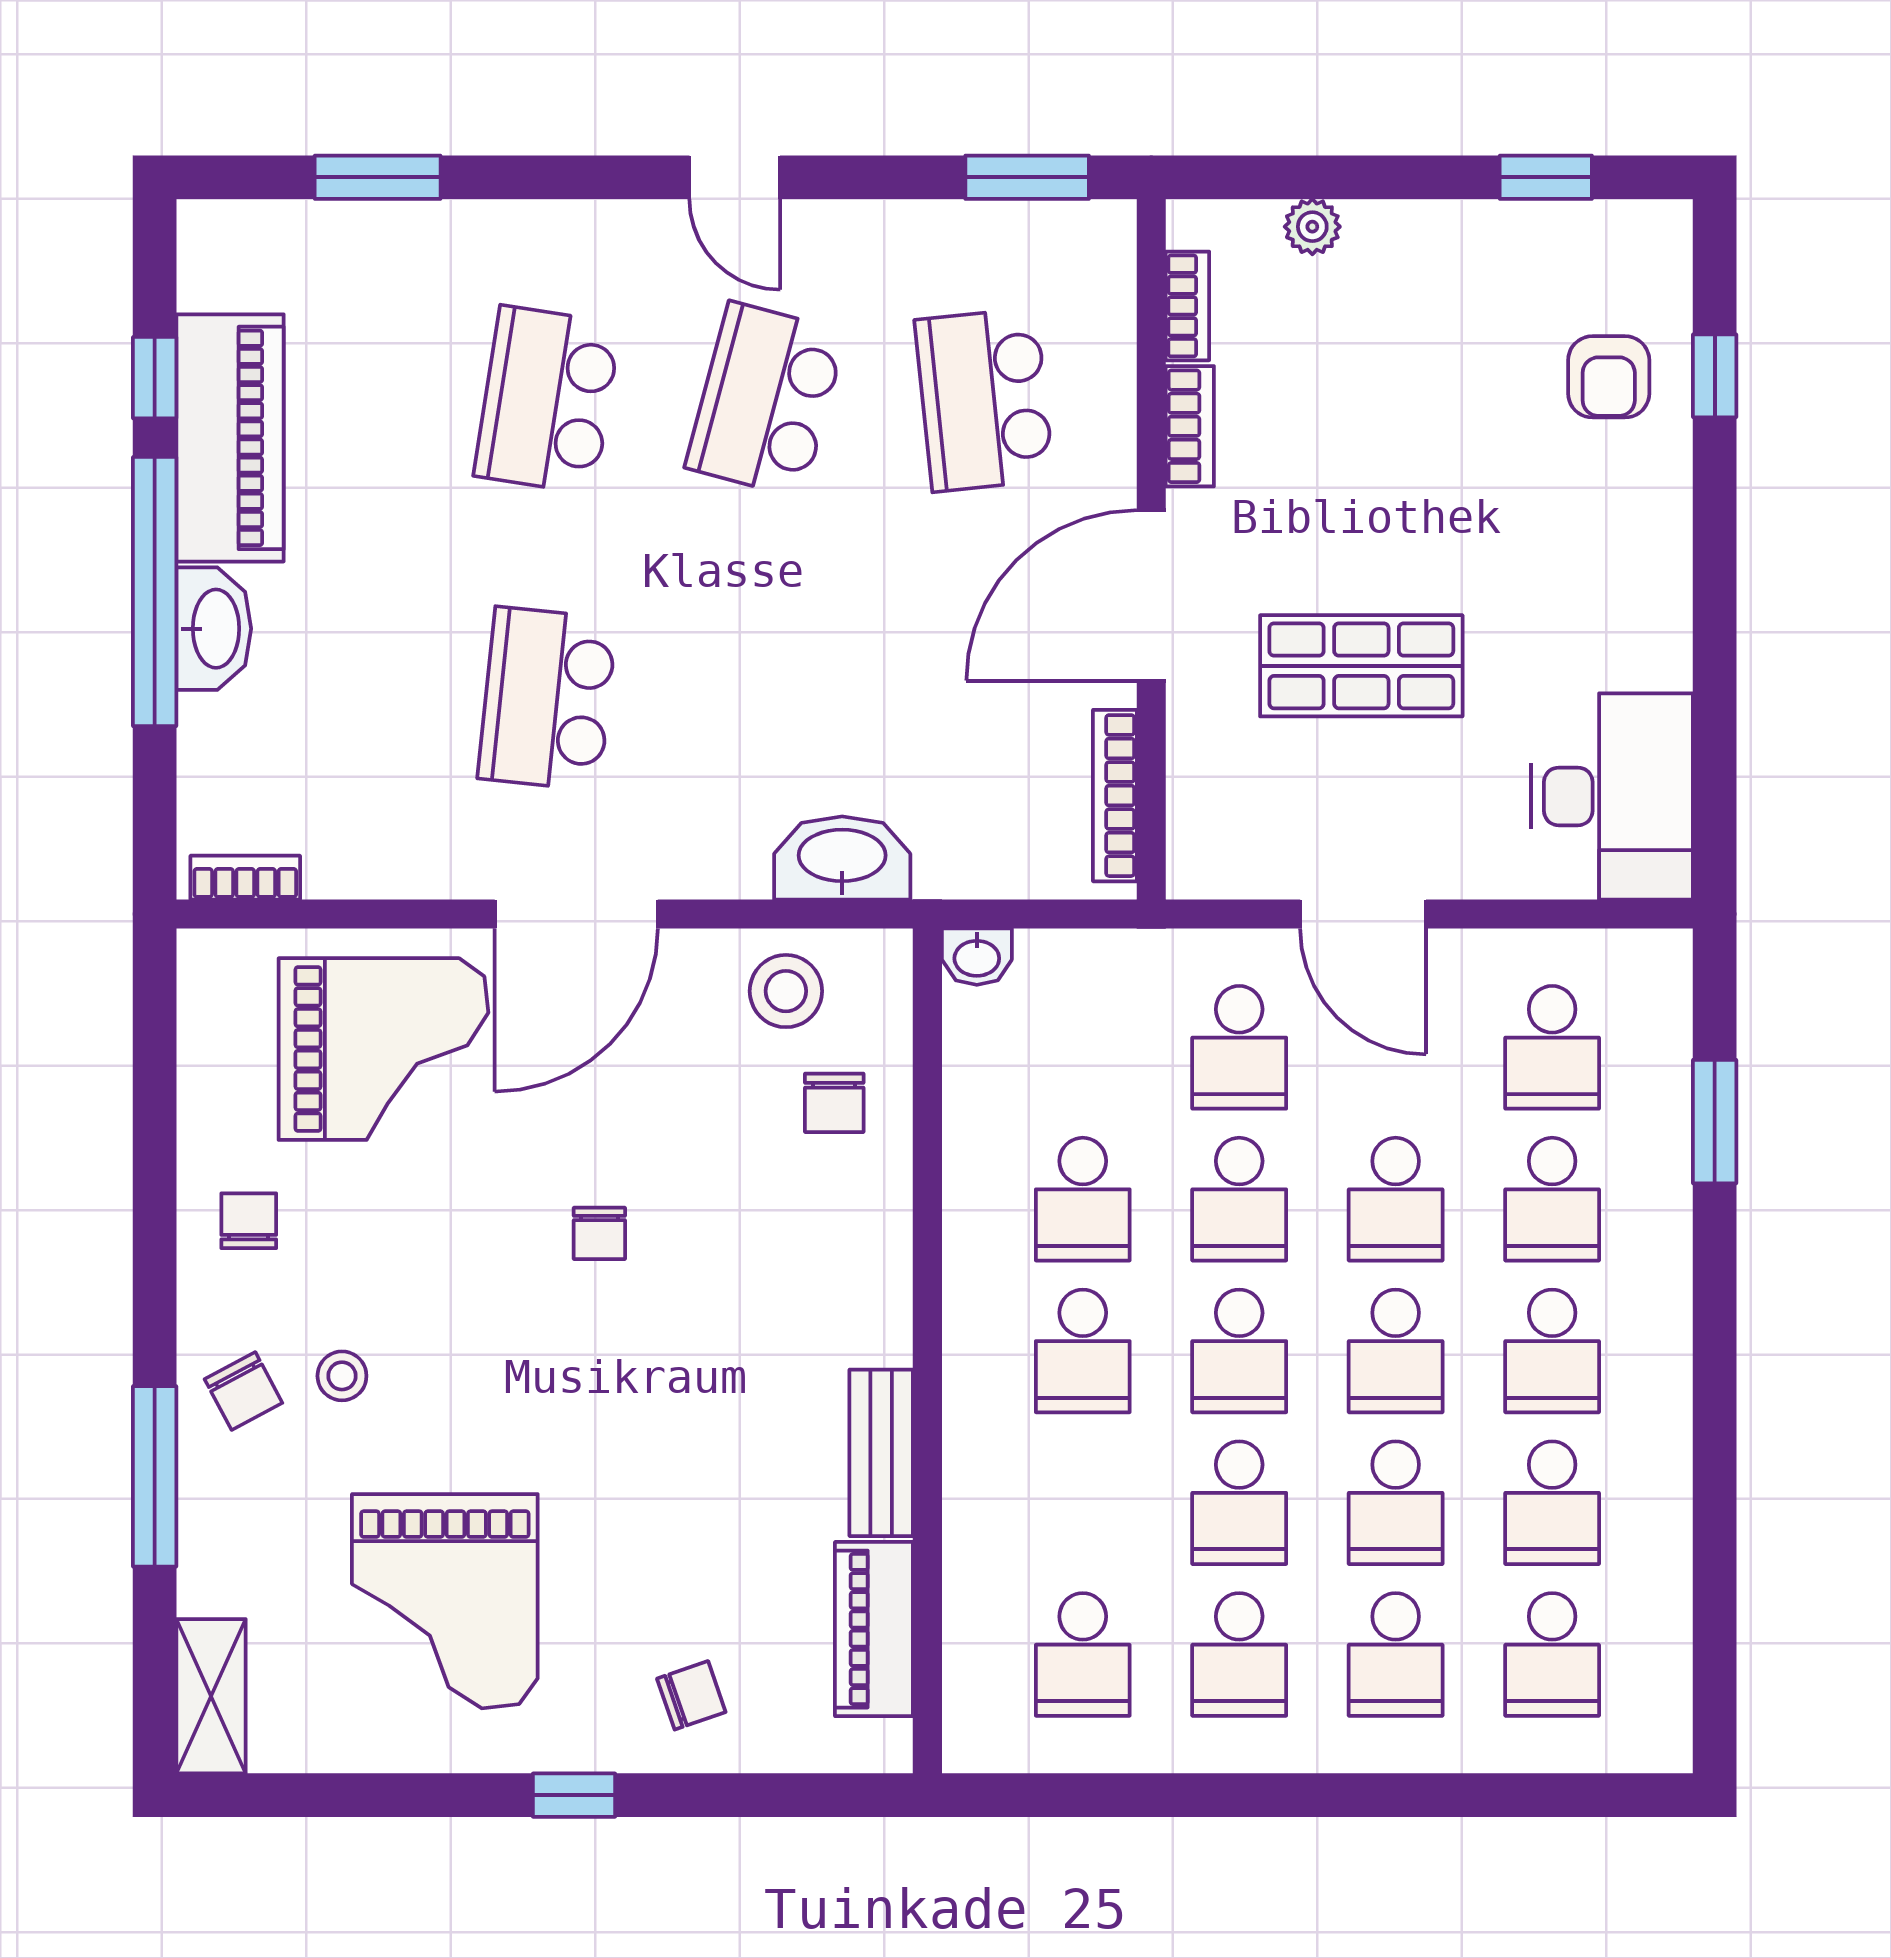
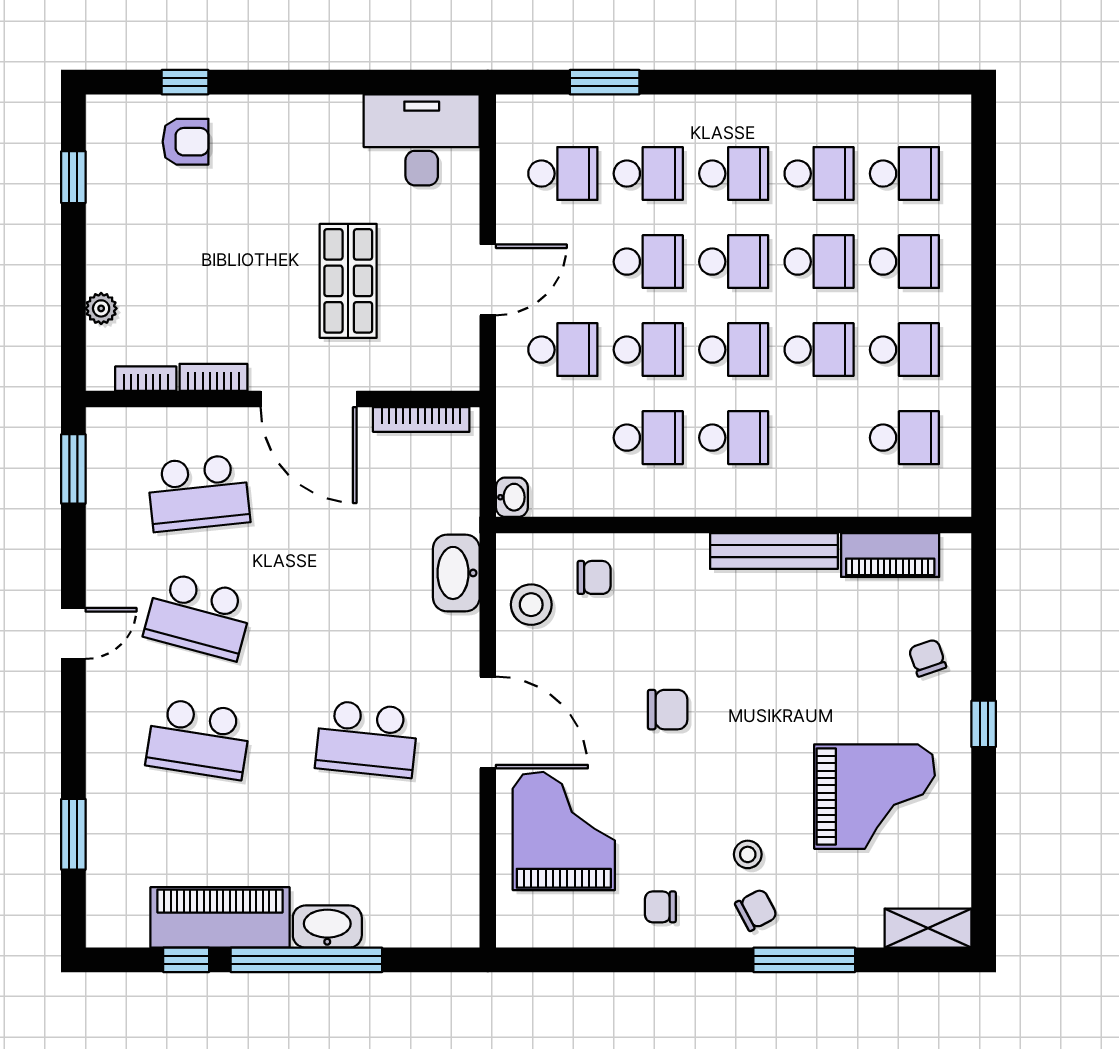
bookcase: (245, 878) -> (467, 909), removed
chair: (599, 1233) -> (668, 710), width x1.37, depth x1.37
bench: (881, 1453) -> (774, 551), width x1.36

